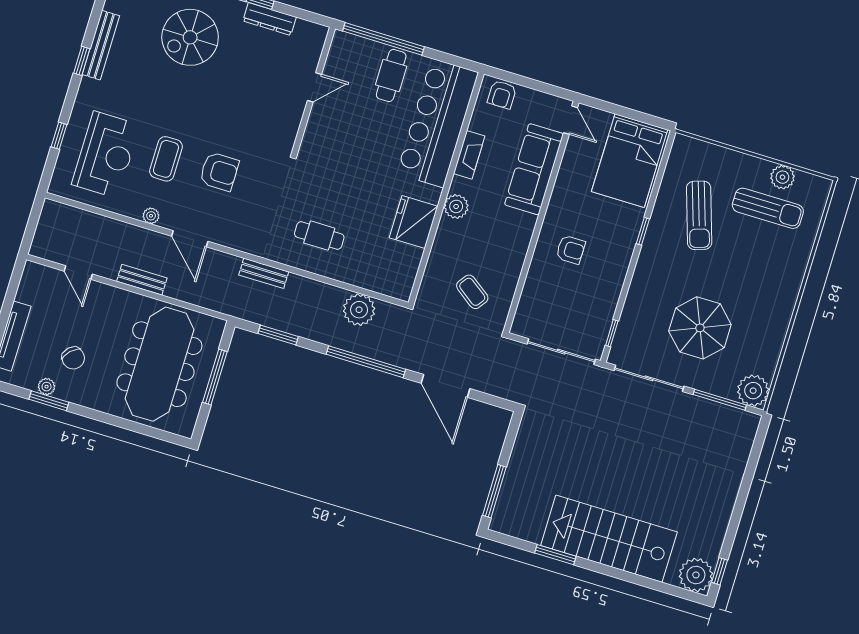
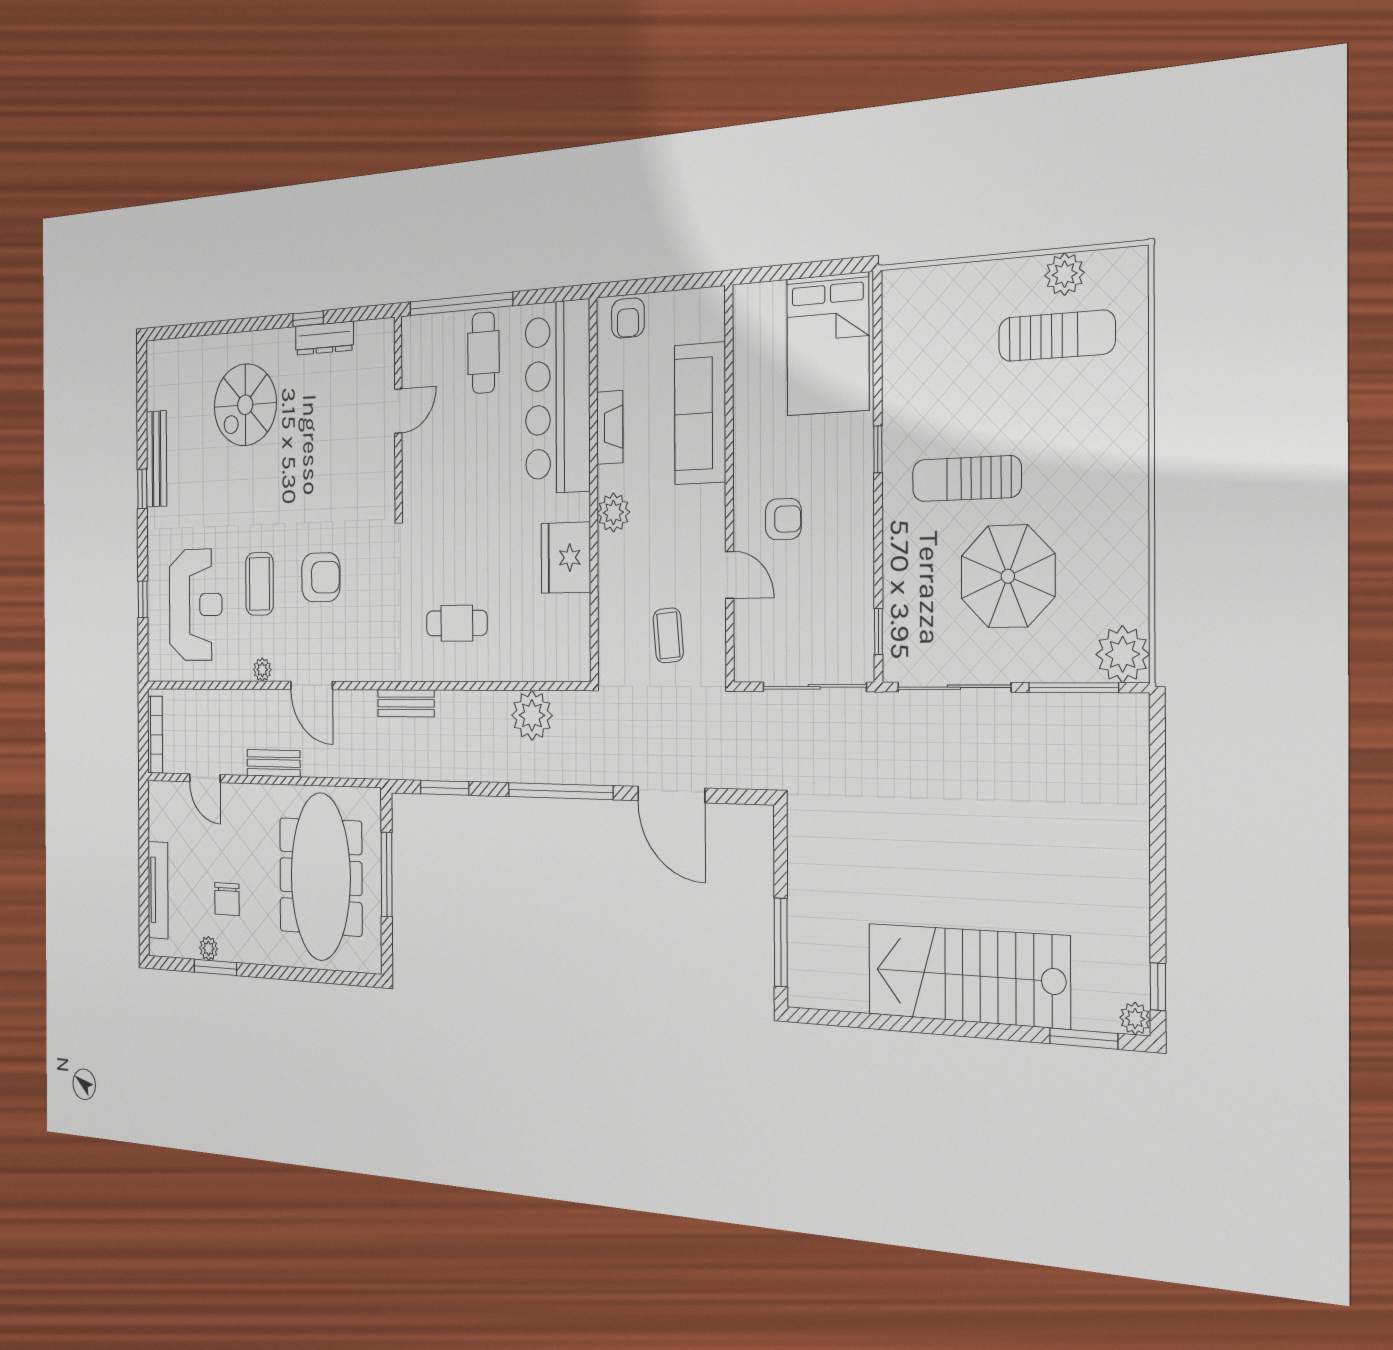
door: (571, 120) -> (730, 575), moved
sun lounger: (699, 215) -> (967, 479), moved, turned 108
bookcase: (42, 230) -> (155, 735), added
coffee table: (472, 292) -> (668, 635), turned 49
chair: (73, 358) -> (227, 899), turned 45
window: (555, 555) -> (1084, 1039), moved
plant: (696, 575) -> (1135, 1019), width x0.53, depth x0.53

